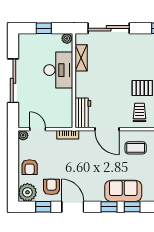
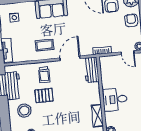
desk: (58, 70) -> (115, 99), width x0.73
door: (107, 129) -> (70, 58), hinge flipped

